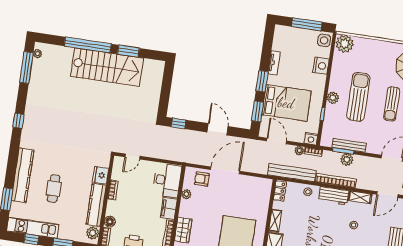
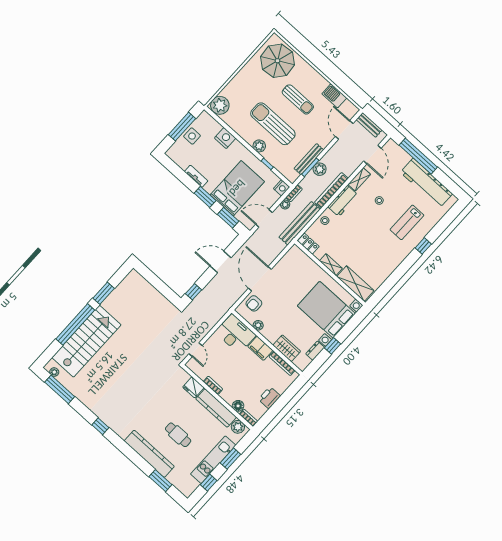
side table: (324, 40) -> (192, 136), moved
stairs: (107, 67) -> (86, 341), moved
kitchen unit: (33, 228) -> (213, 460), moved

